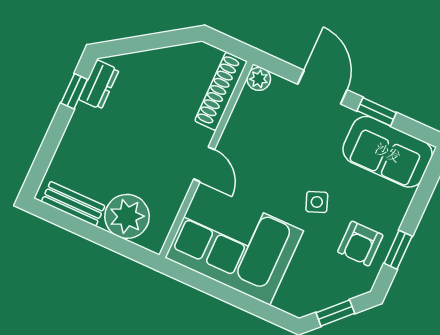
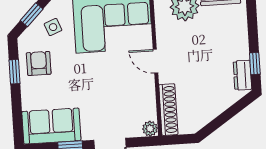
side table: (317, 202) -> (53, 27), moved

